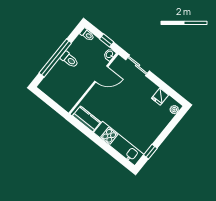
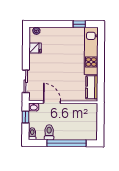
toilet: (69, 60) -> (49, 132), moved

